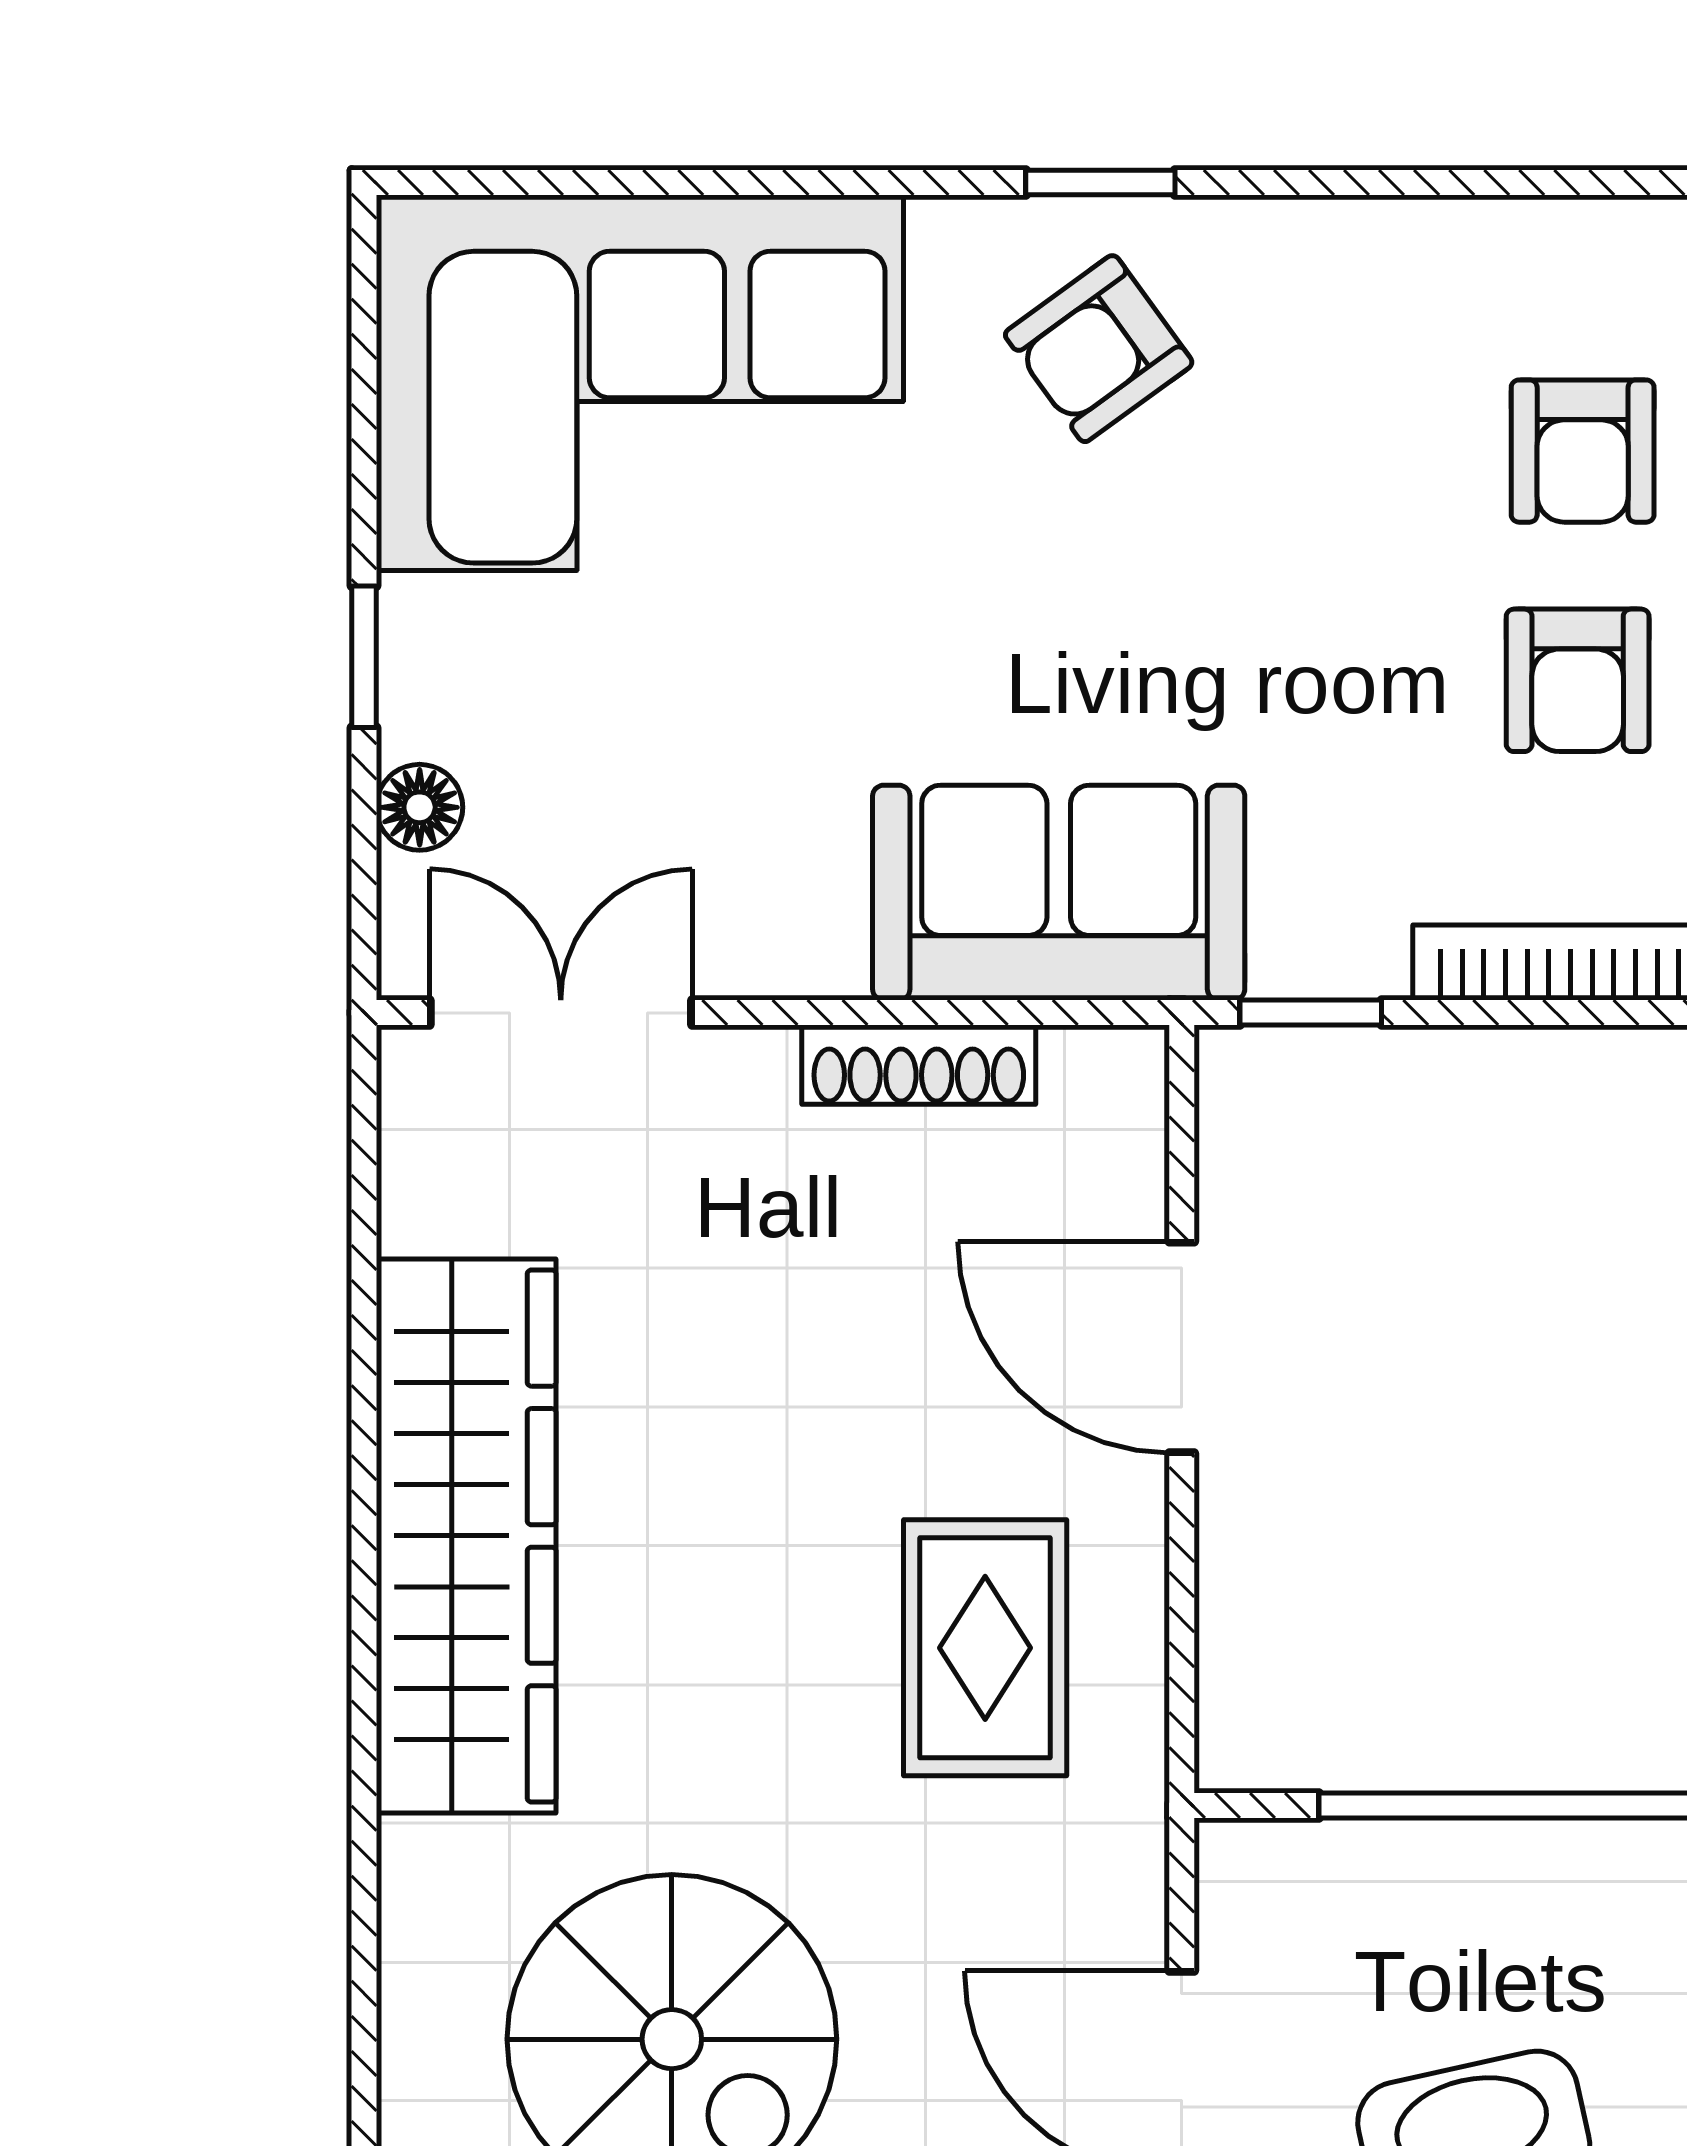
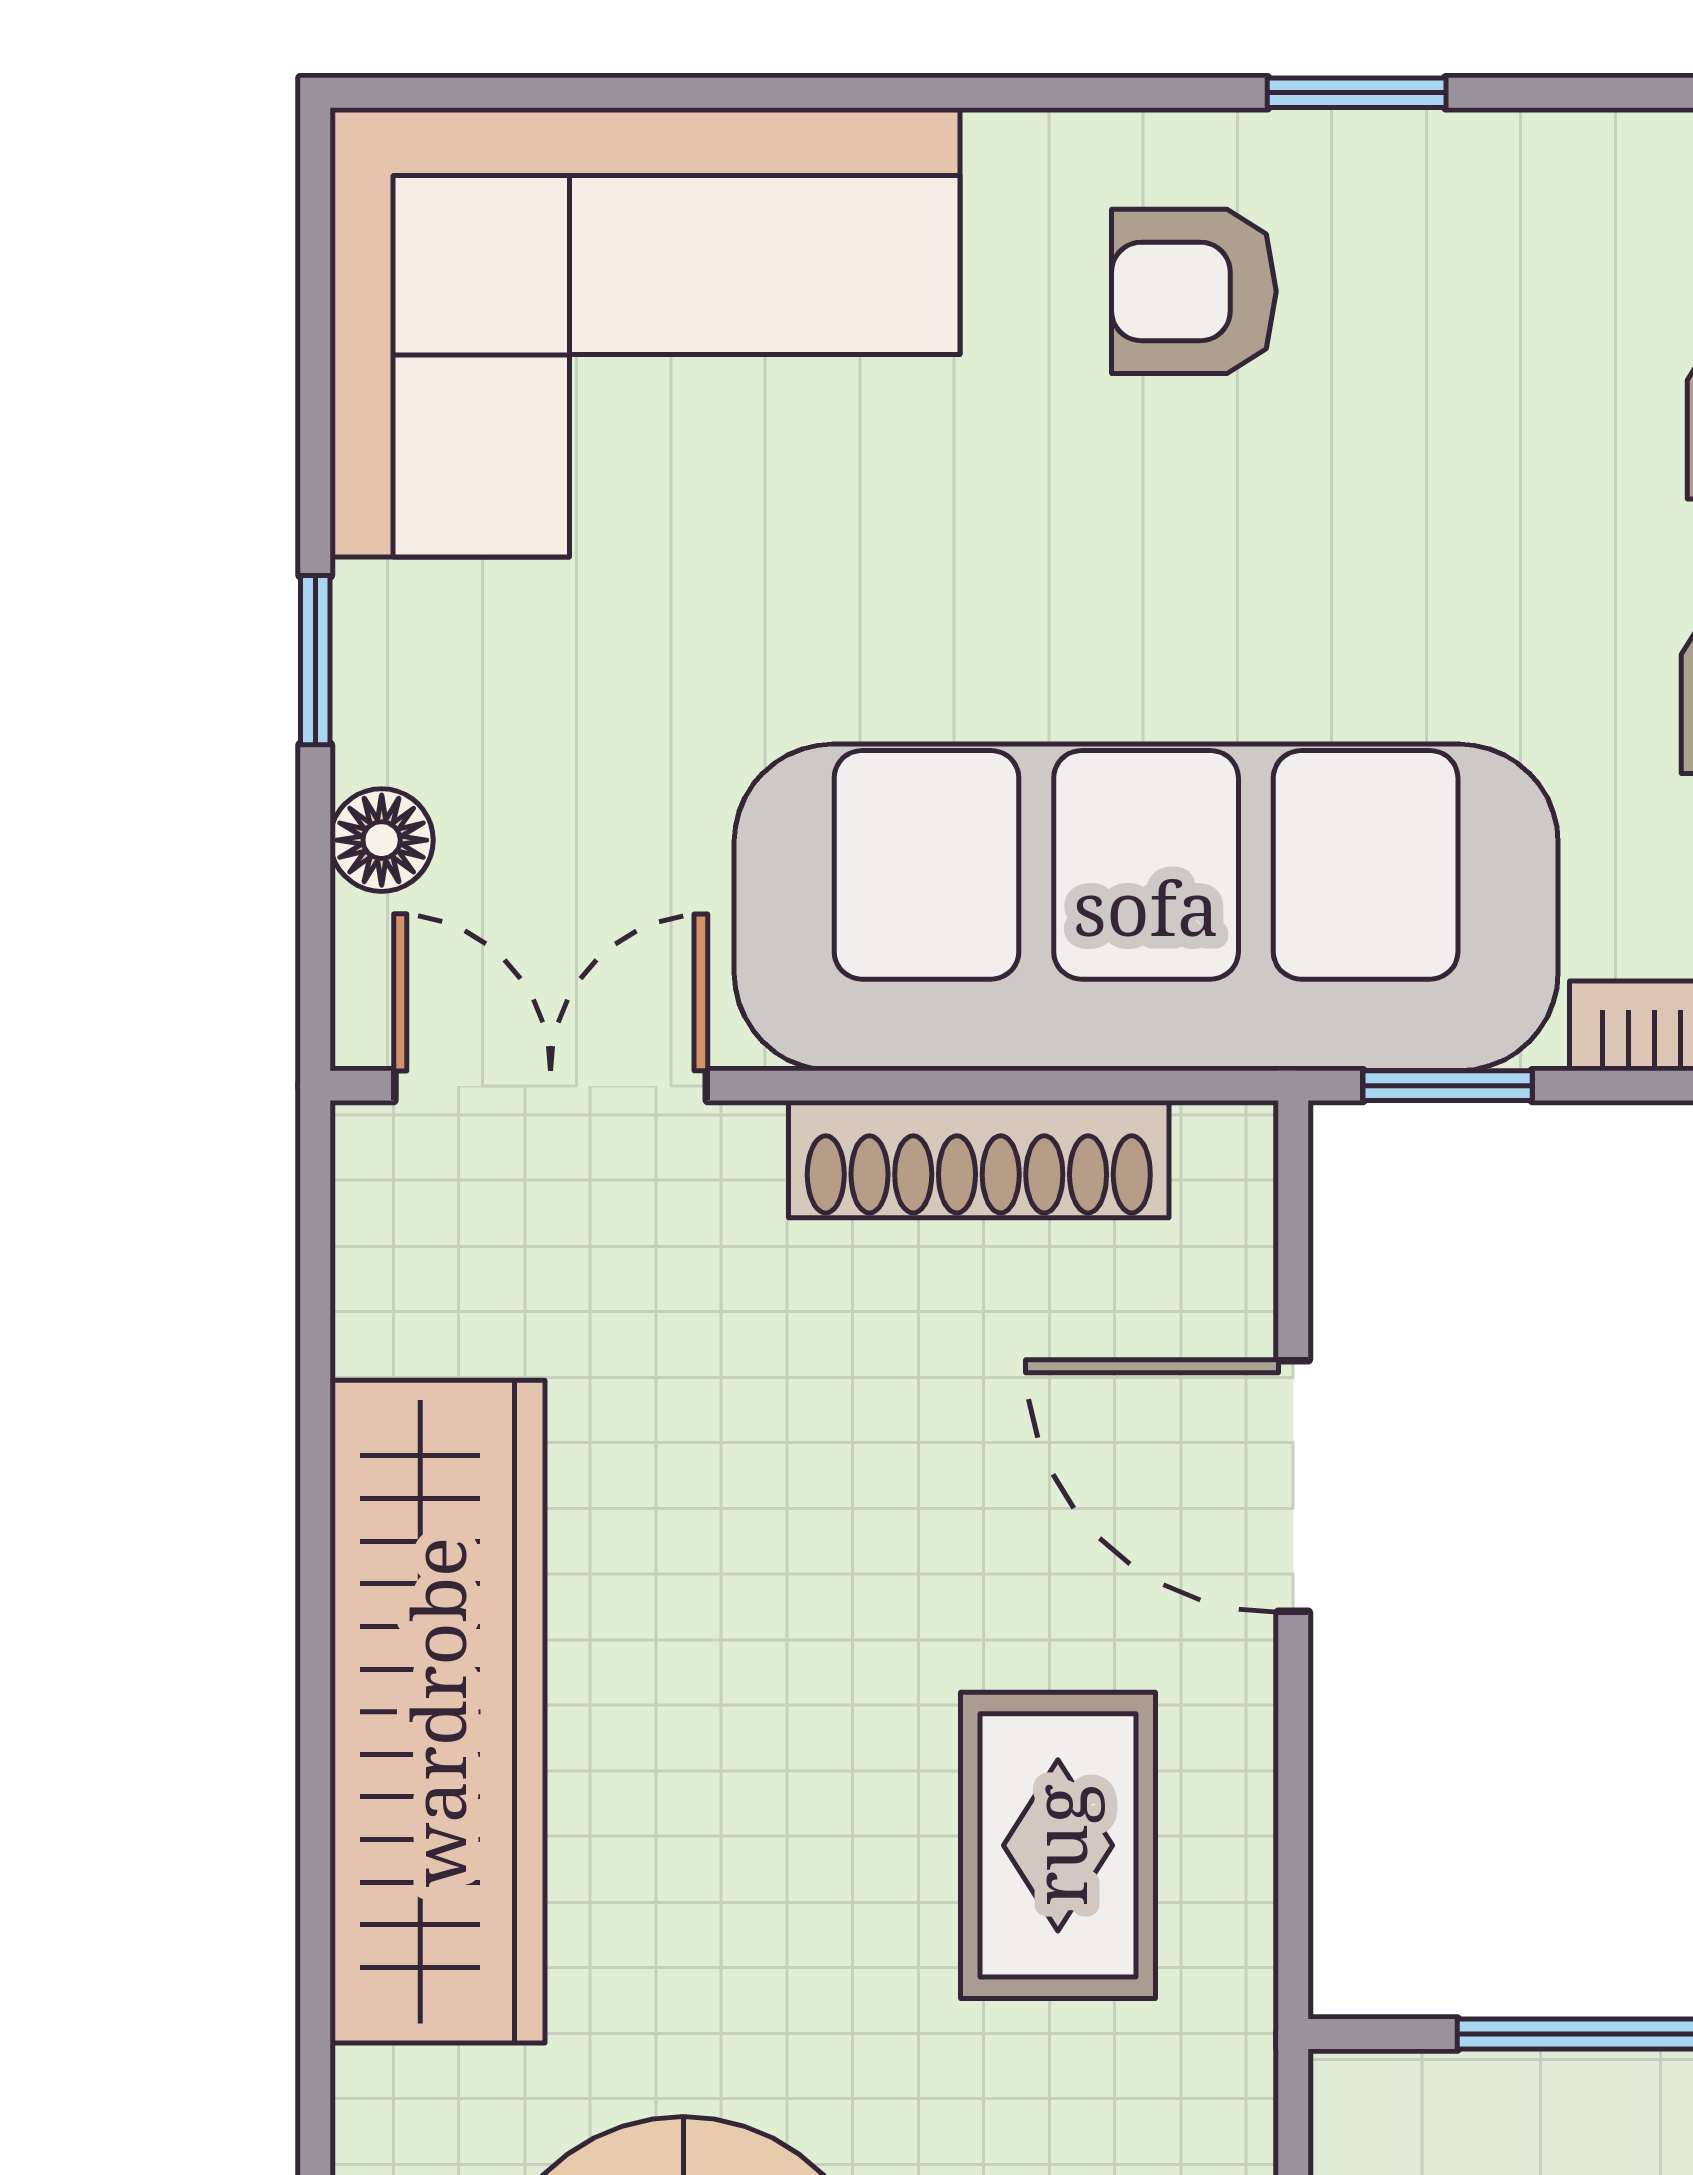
window: (1100, 182) -> (1357, 93), moved
armchair: (1099, 349) -> (1194, 291), turned 36
sofa: (1059, 893) -> (1146, 907), width x1.85, depth x1.27
shoe rack: (919, 1065) -> (979, 1159), width x1.36, depth x1.24

